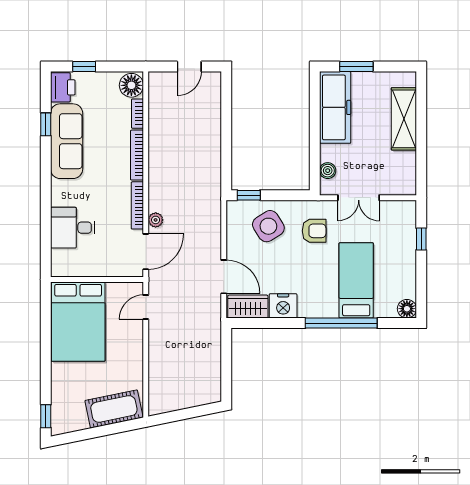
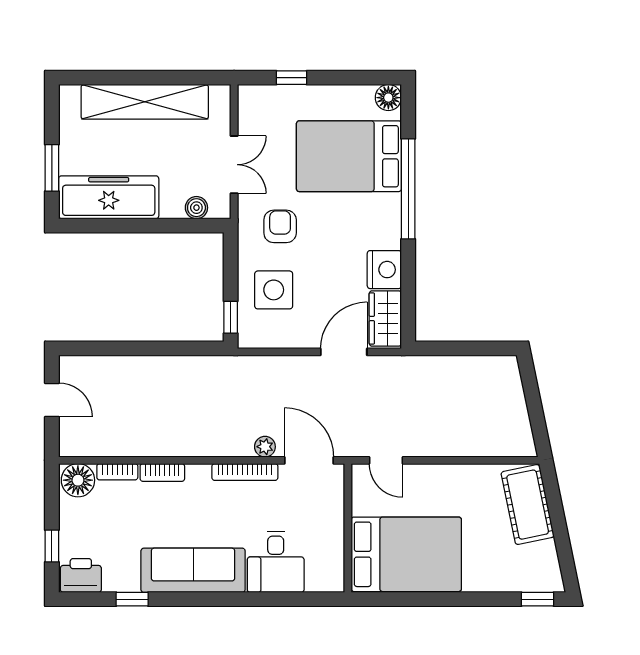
shelving: (404, 119) -> (145, 102), width x1.47
sofa: (67, 141) -> (193, 570), moved
bookcase: (137, 155) -> (162, 472), width x0.64
side table: (268, 226) -> (274, 290), turned 32
bed: (356, 280) -> (349, 156), width x1.50

